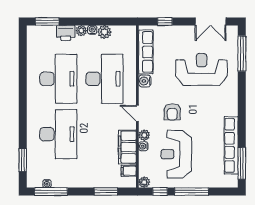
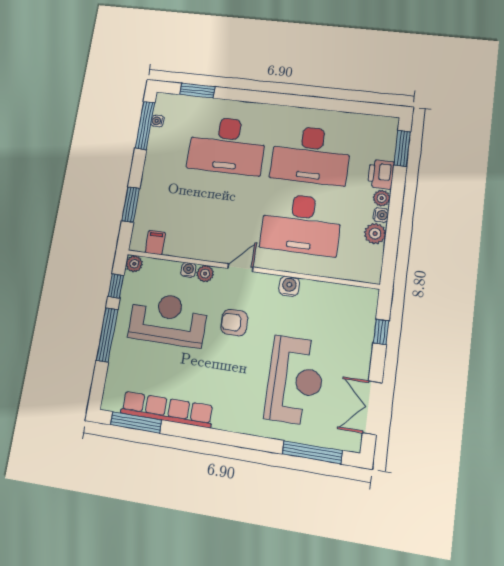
row of seats: (146, 52) -> (335, 294), removed
filing cabinet: (127, 147) -> (191, 245), removed

